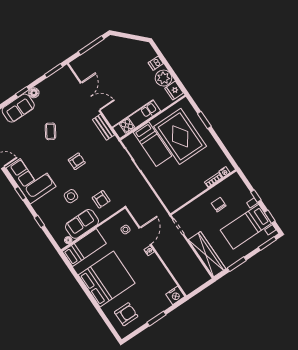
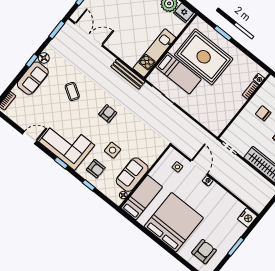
double door: (90, 97) -> (89, 34), moved
bench: (104, 127) -> (128, 74), width x1.36
armchair: (101, 199) -> (96, 169), moved

